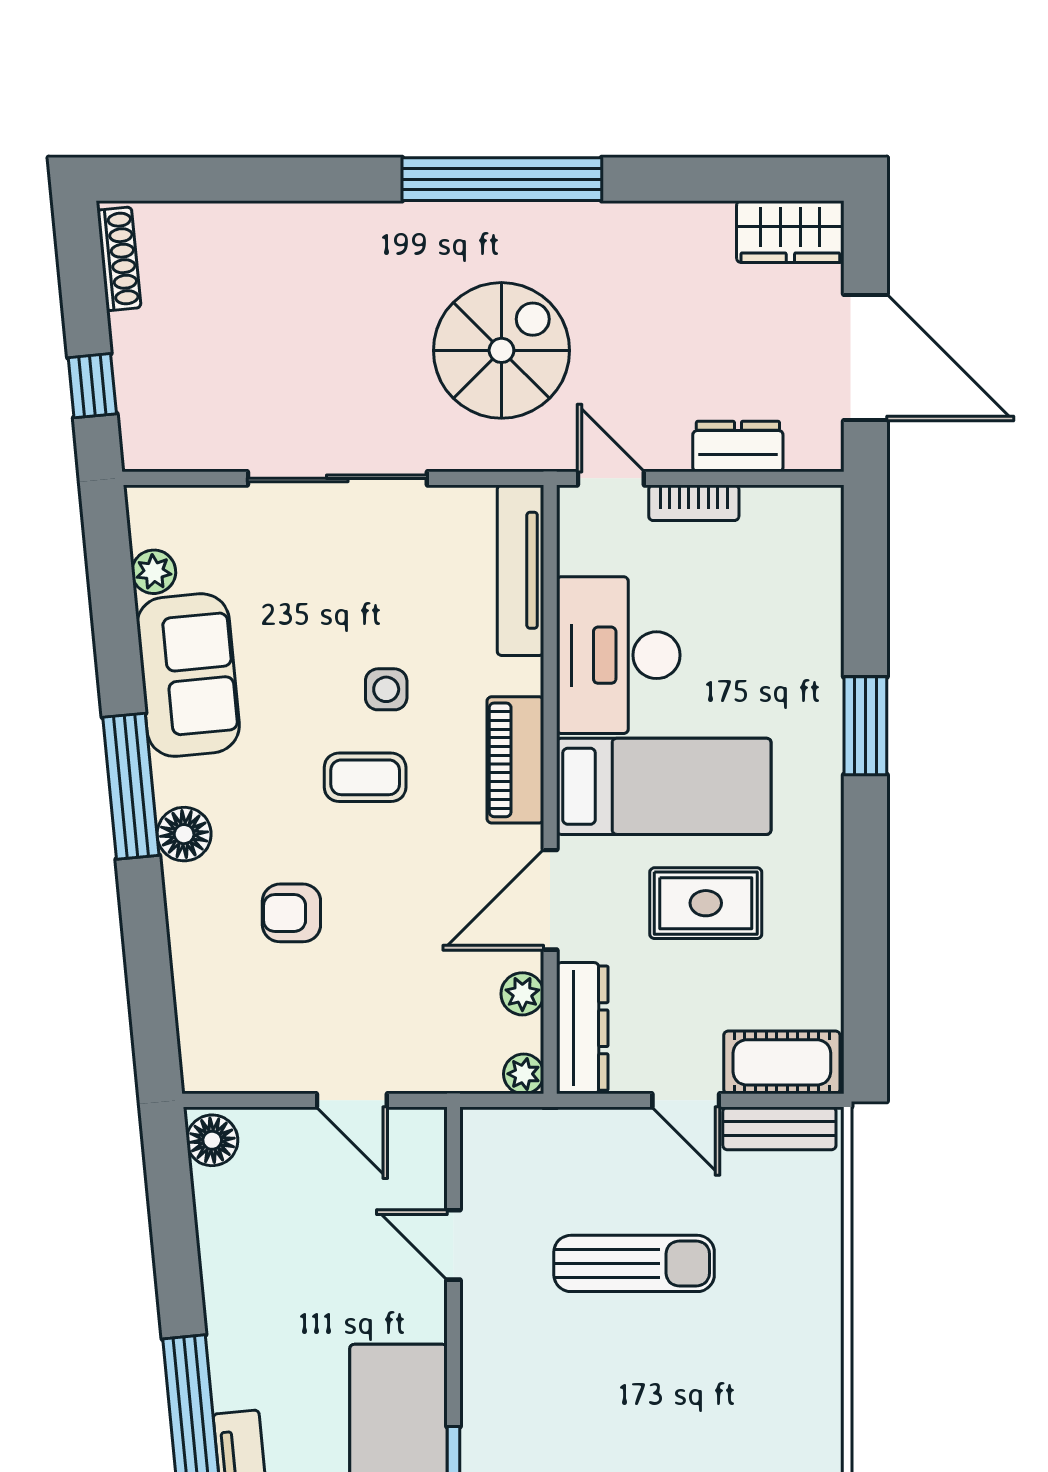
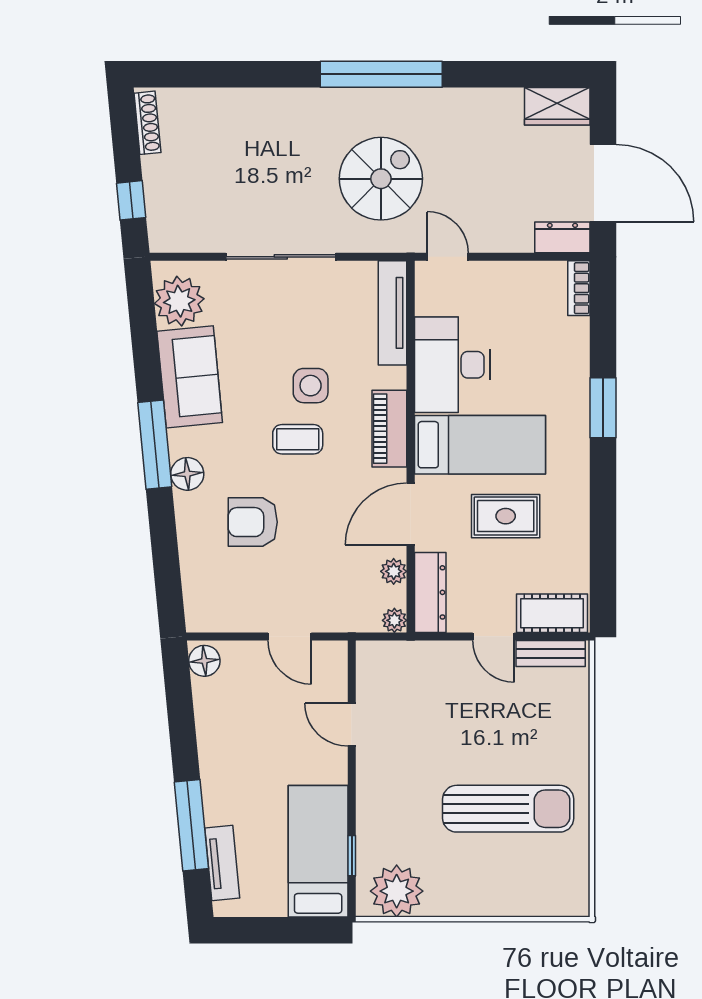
dresser: (738, 447) -> (562, 237), moved
bookcase: (694, 503) -> (579, 288), moved, turned 90
plant: (154, 572) -> (179, 301), width x1.88, depth x1.88
side table: (386, 689) -> (311, 386), width x1.37, depth x1.37
armchair: (291, 913) -> (253, 522), width x1.38, depth x1.38
sun lounger: (634, 1263) -> (508, 809), moved, width x1.36, depth x1.34

